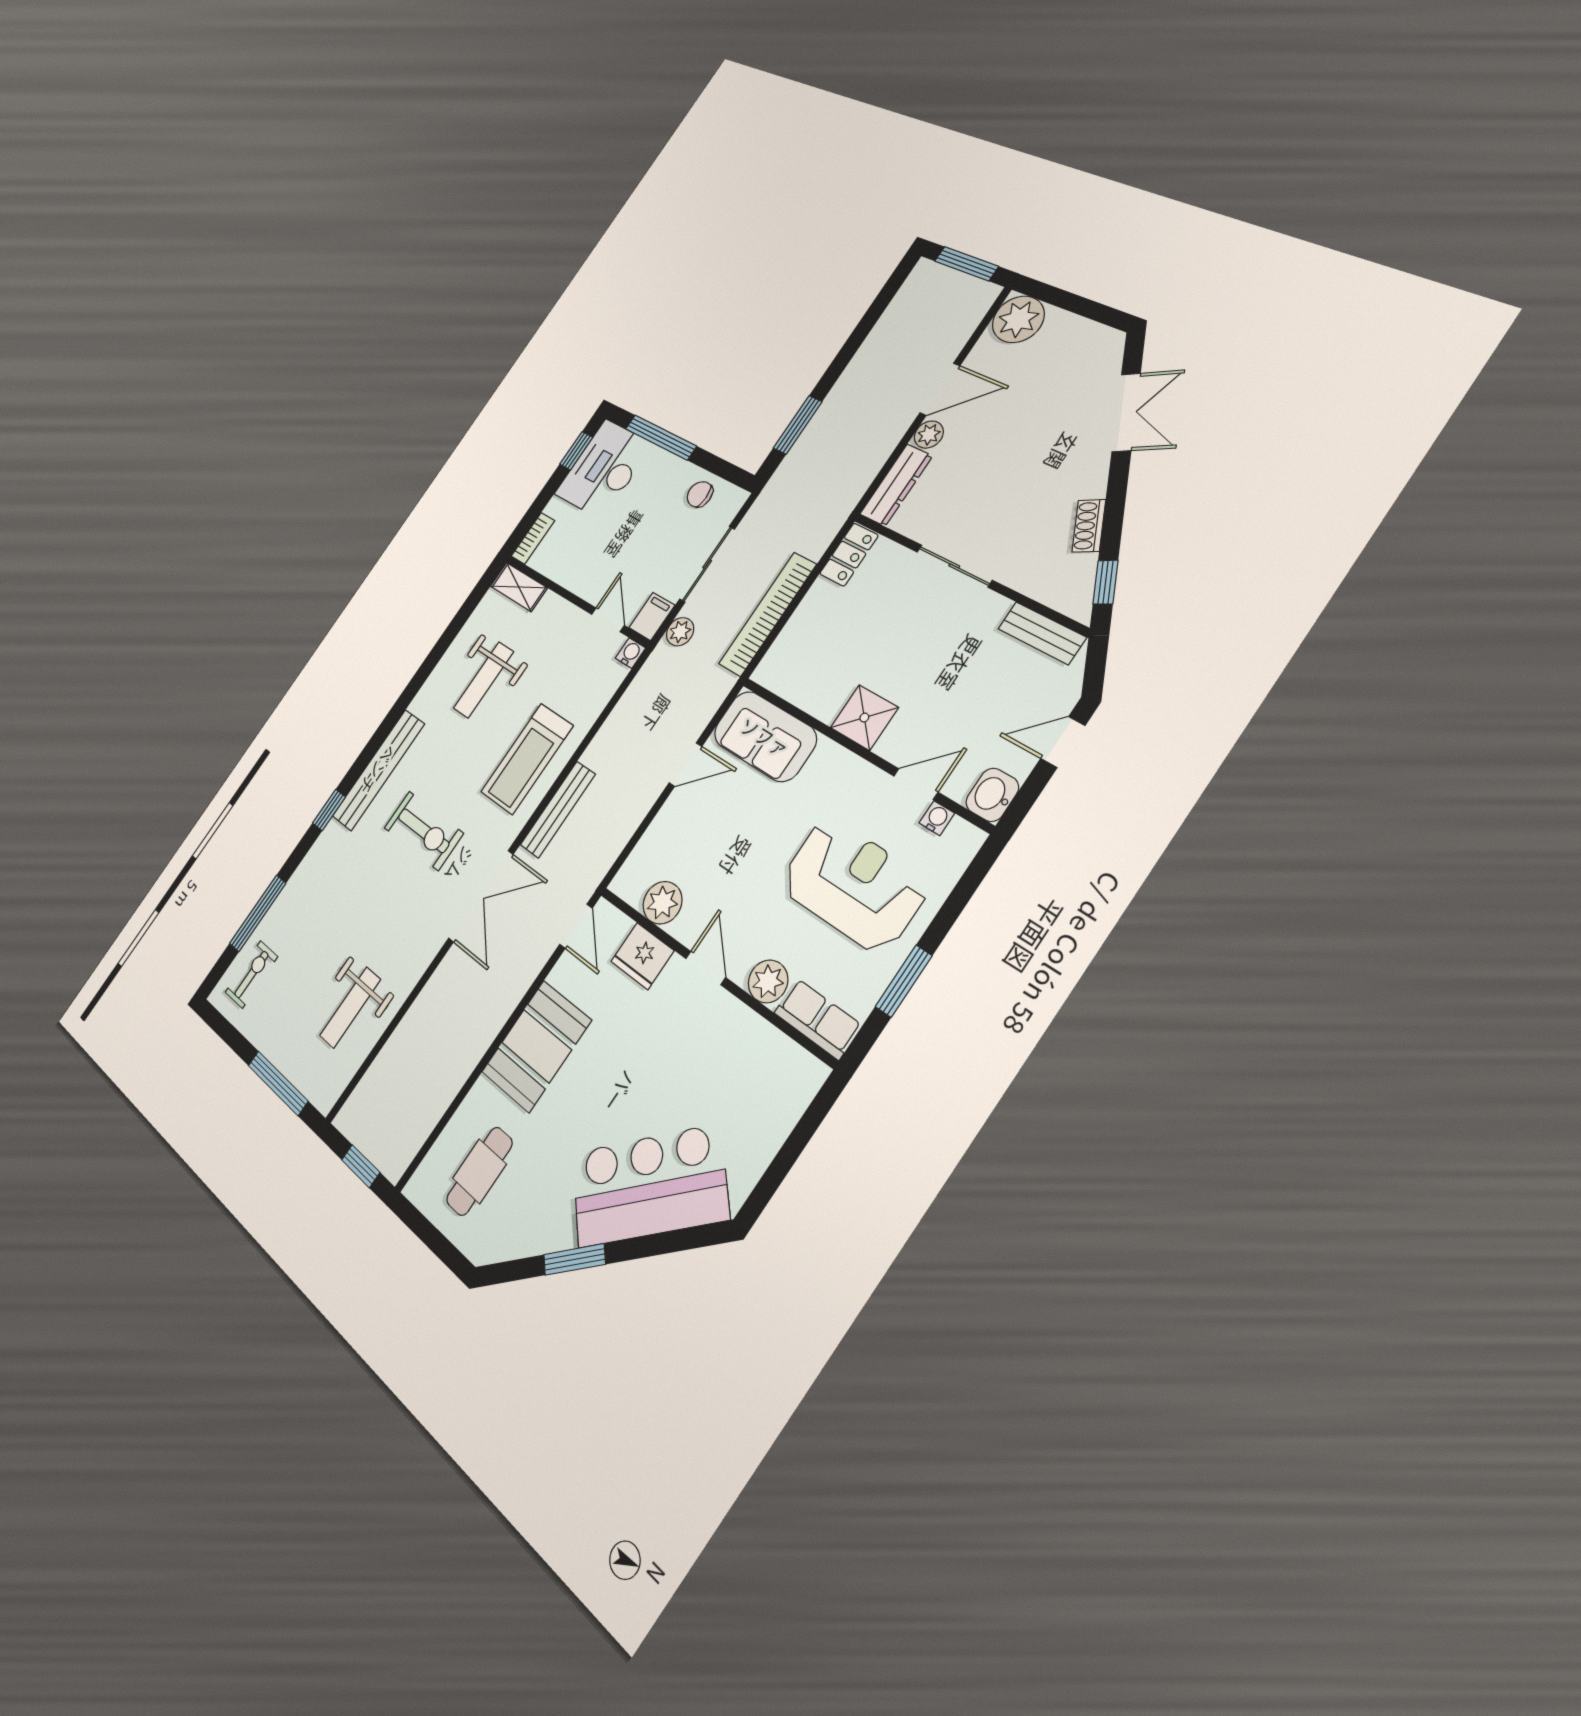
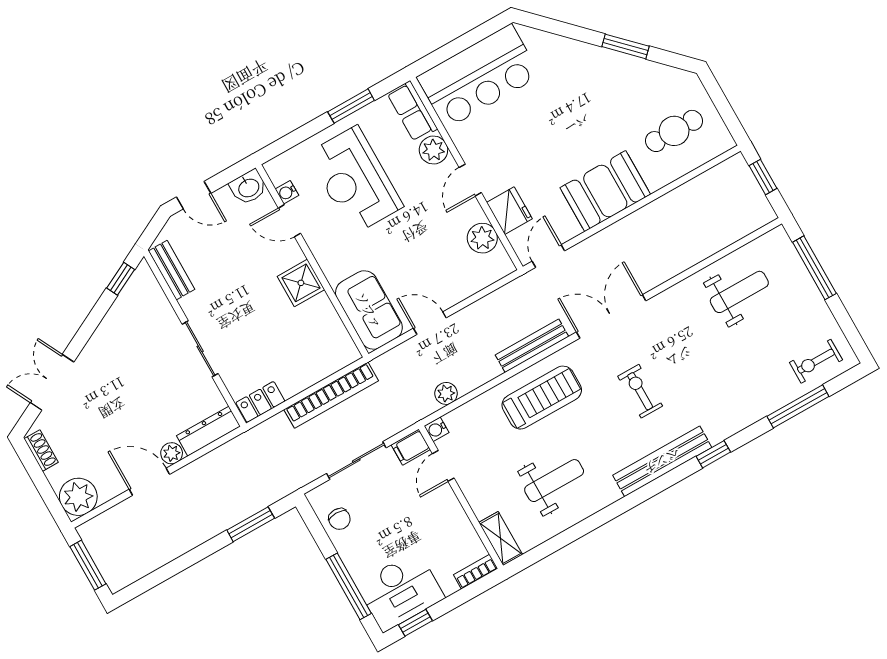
shoe rack: (1089, 526) -> (41, 451), moved, turned -63
plant: (680, 632) -> (446, 393), moved
exercise bike: (424, 831) -> (640, 391), width x0.73, depth x0.72
bar counter: (649, 1186) -> (479, 76), moved, turned -45

